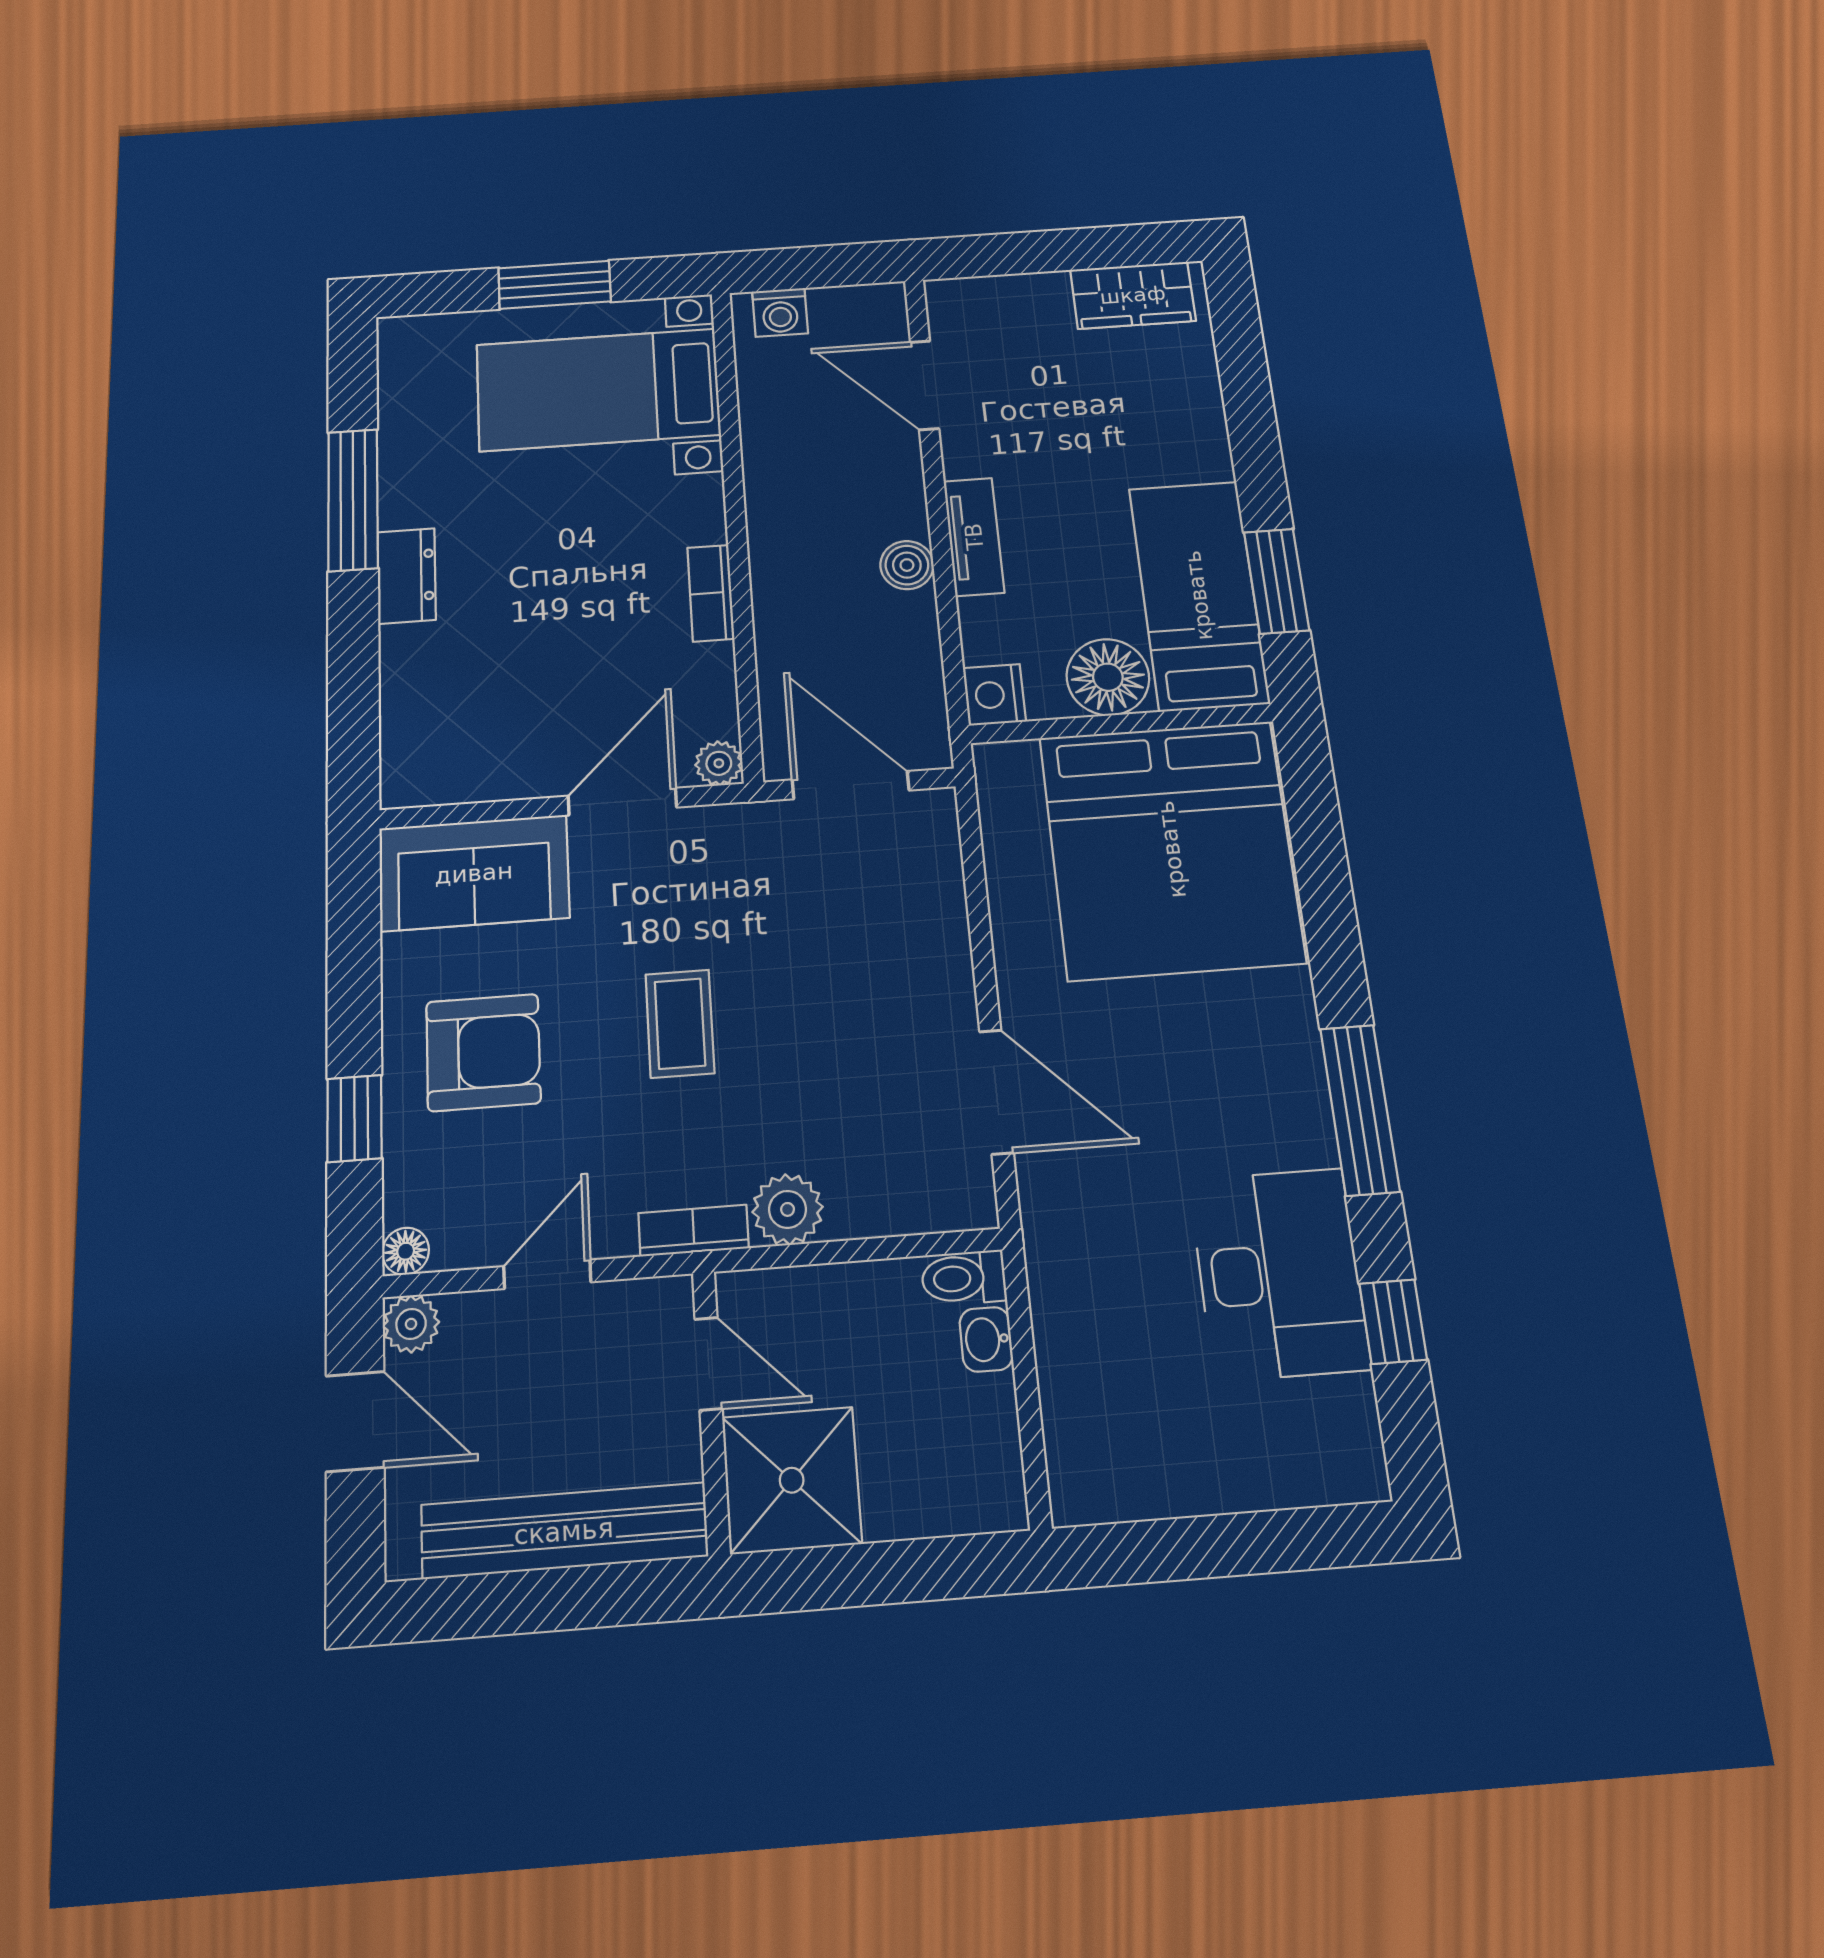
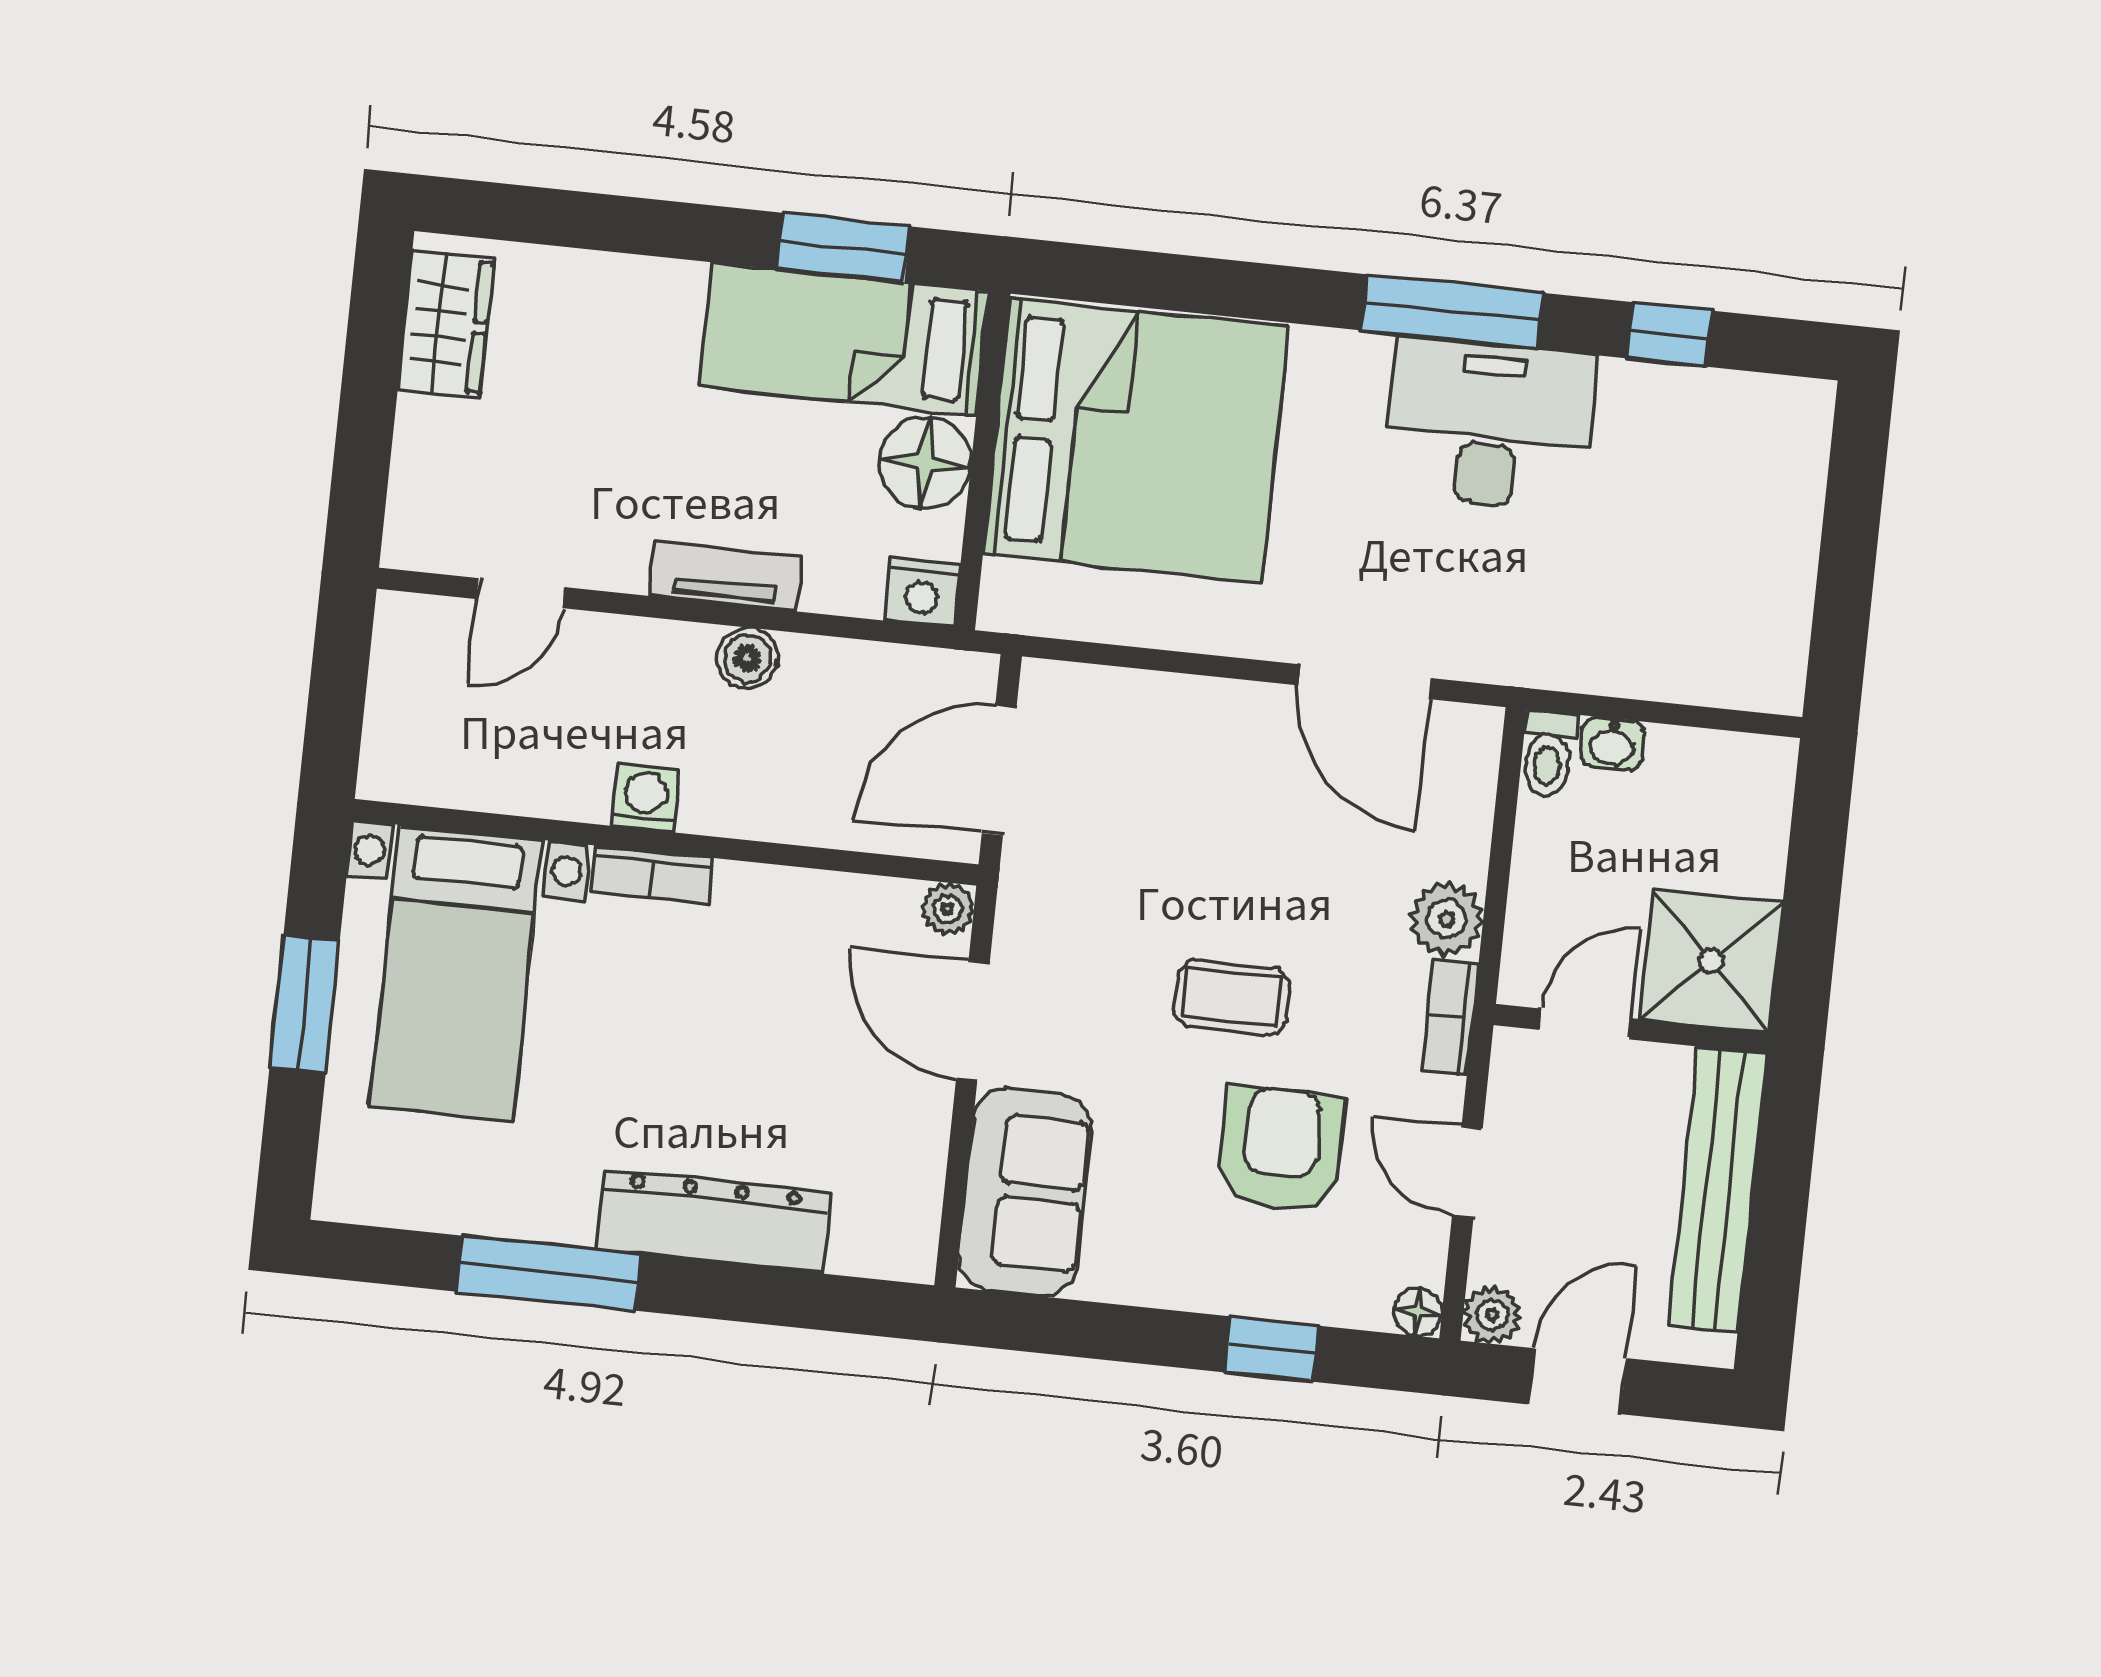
washing machine: (780, 312) -> (646, 798), moved, turned -90
door: (925, 385) -> (521, 593), width x0.73
dresser: (406, 576) -> (713, 1221), width x1.96, depth x1.24
bookcase: (711, 593) -> (652, 875), moved
armchair: (483, 1052) -> (1281, 1150), moved
door: (996, 1092) -> (1365, 682), swing flipped
desk: (1279, 1274) -> (1490, 425), moved

